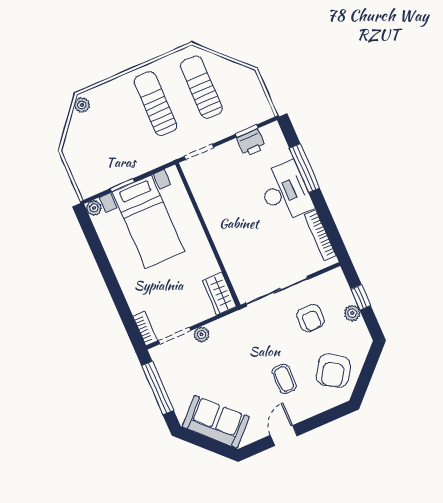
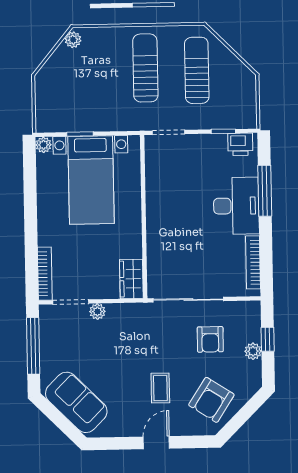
printer: (251, 143) -> (240, 144), moved
bookcase: (145, 329) -> (45, 274), width x1.56
door: (284, 435) -> (156, 443), moved

